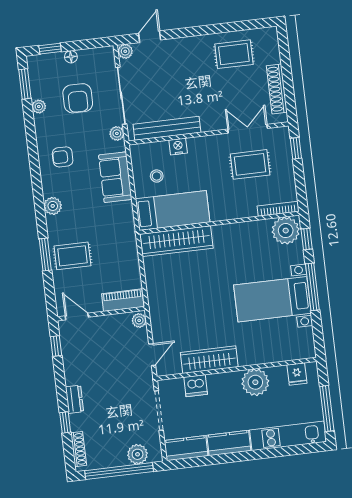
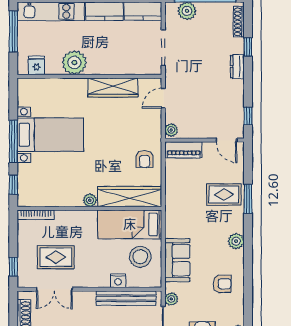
stool: (157, 176) -> (140, 257), width x1.89, depth x1.89
plant: (286, 231) -> (90, 200), moved, width x0.53, depth x0.53
armchair: (165, 285) -> (144, 159), added
dishwasher: (196, 386) -> (128, 66), removed

